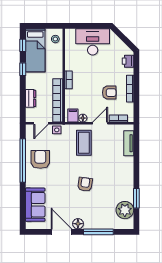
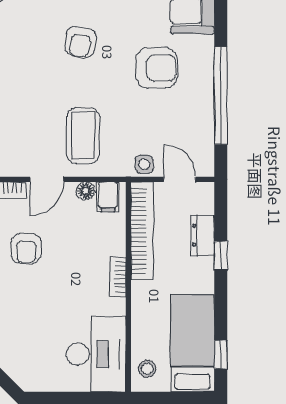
desk: (93, 42) -> (96, 354), moved, turned -90
window: (23, 69) -> (221, 255), moved
armchair: (109, 93) -> (26, 248), turned -90
door: (41, 123) -> (180, 179), hinge flipped
armchair: (40, 159) -> (156, 68), moved, turned -90

